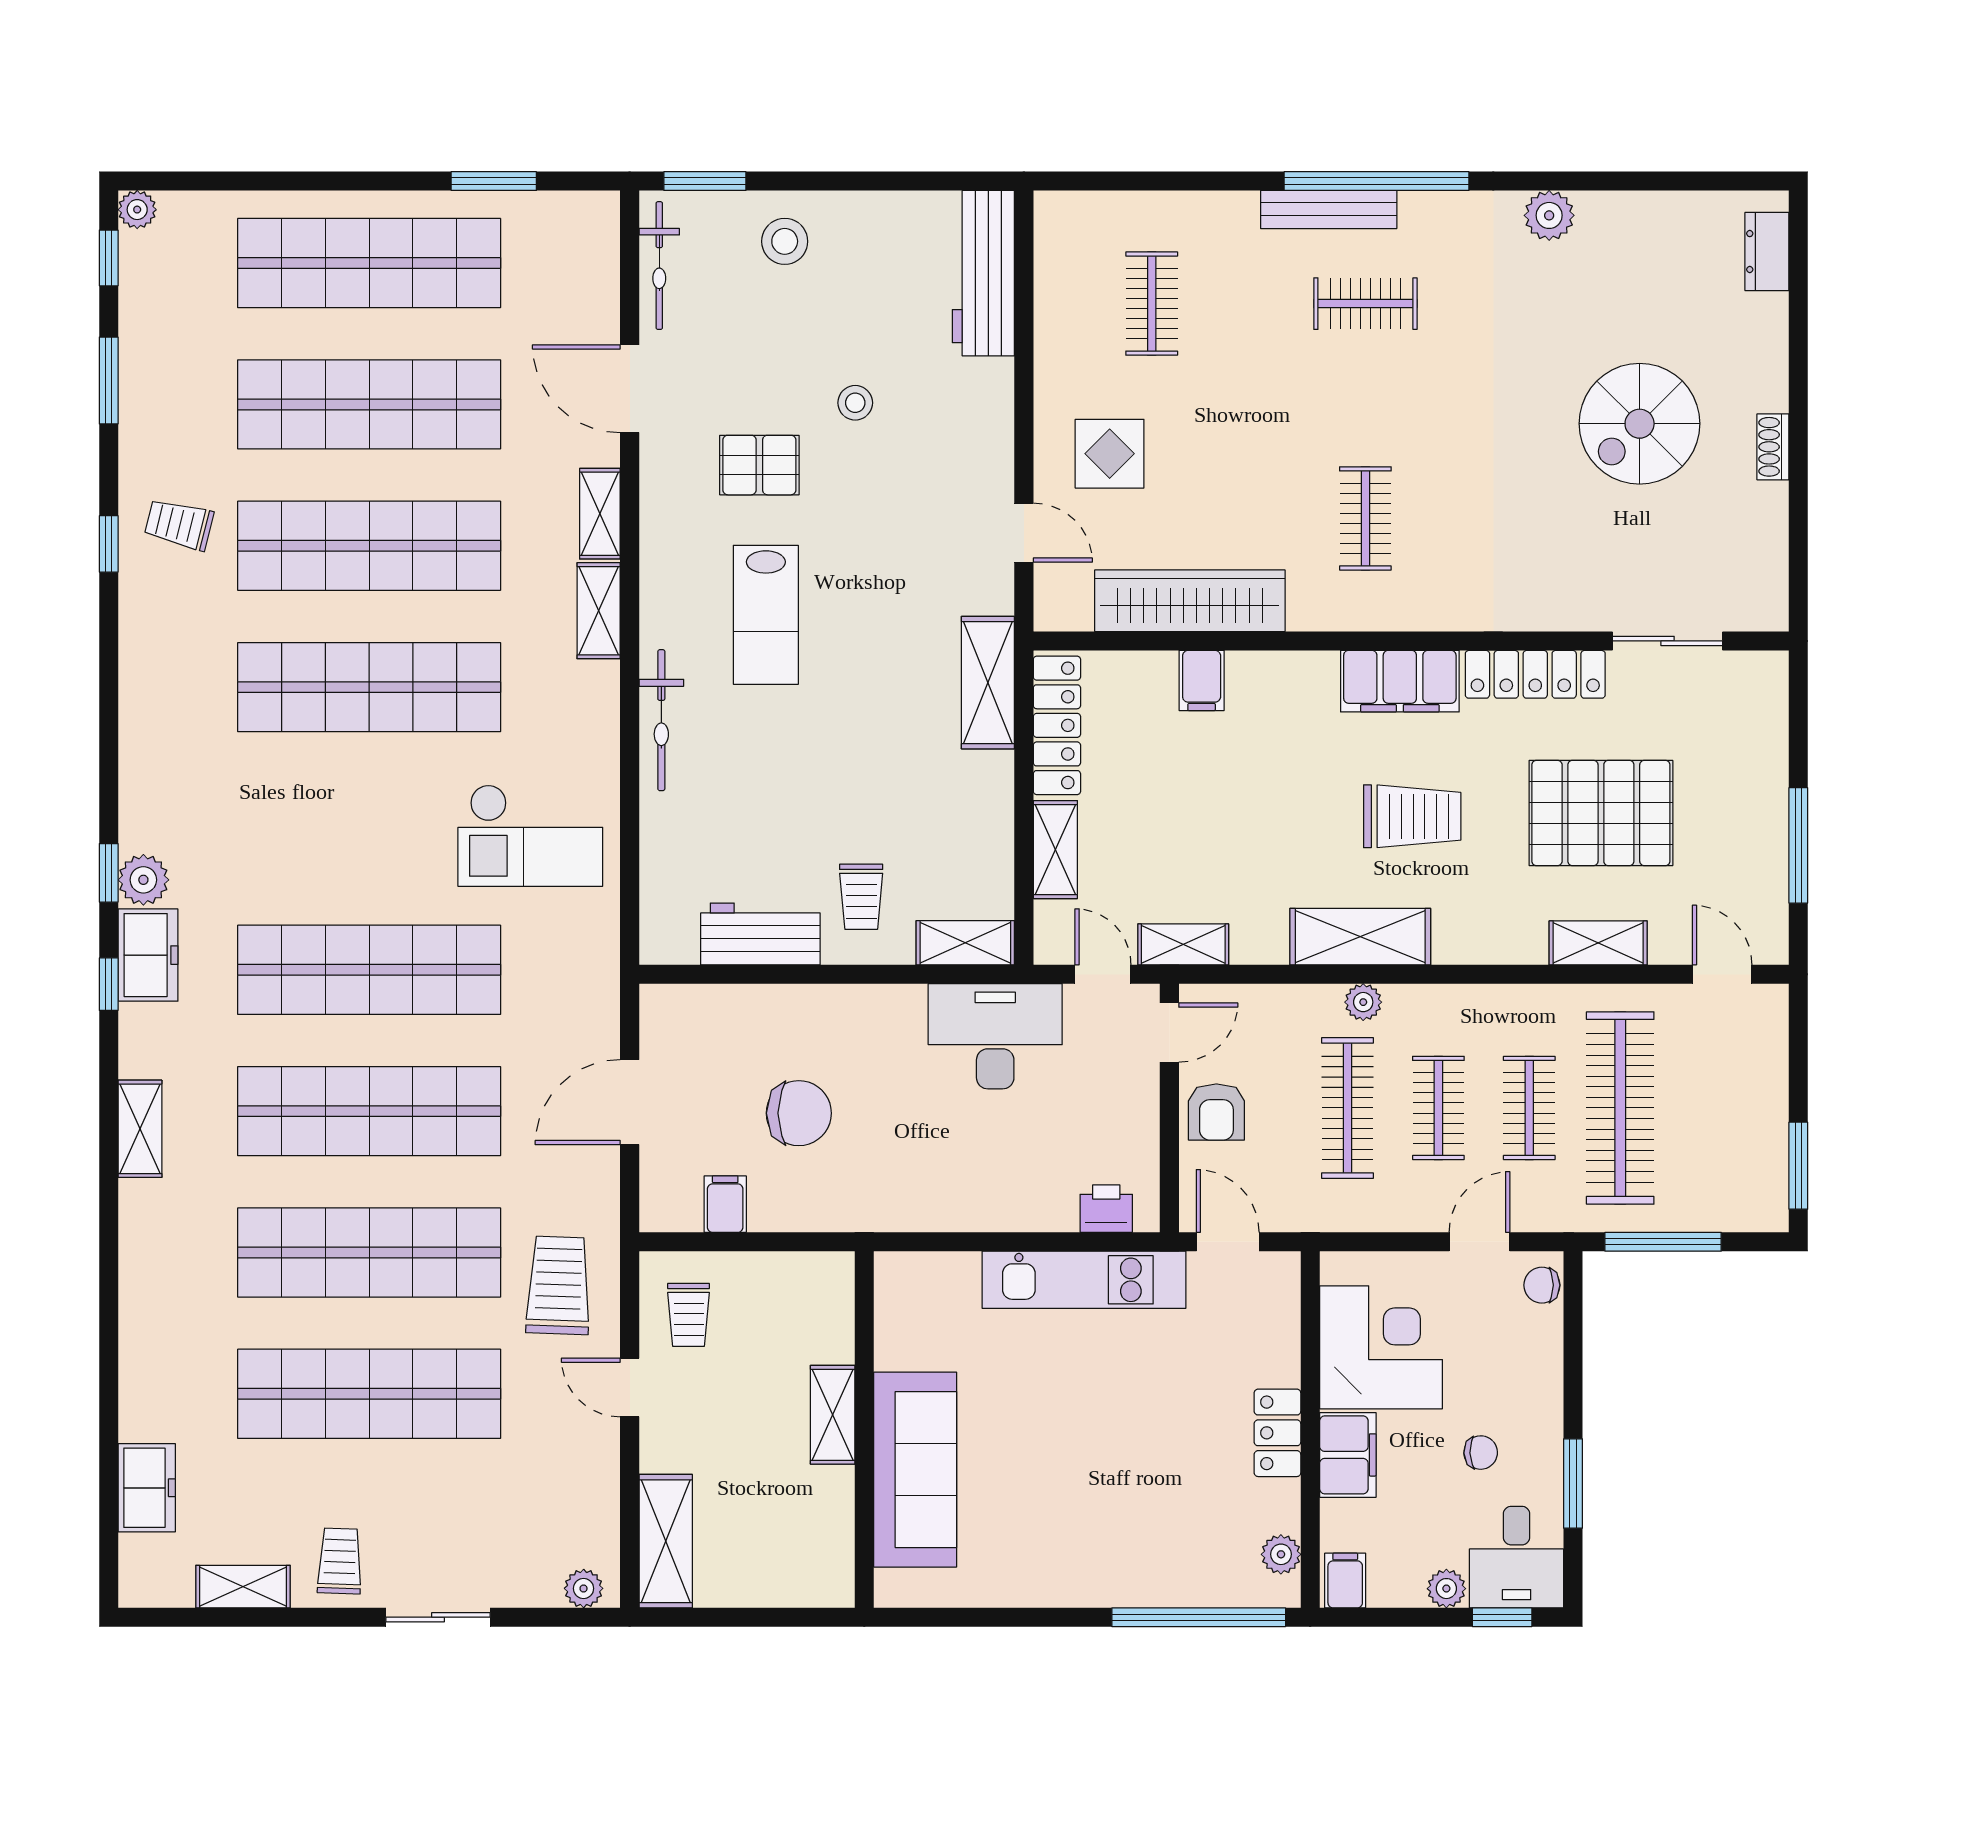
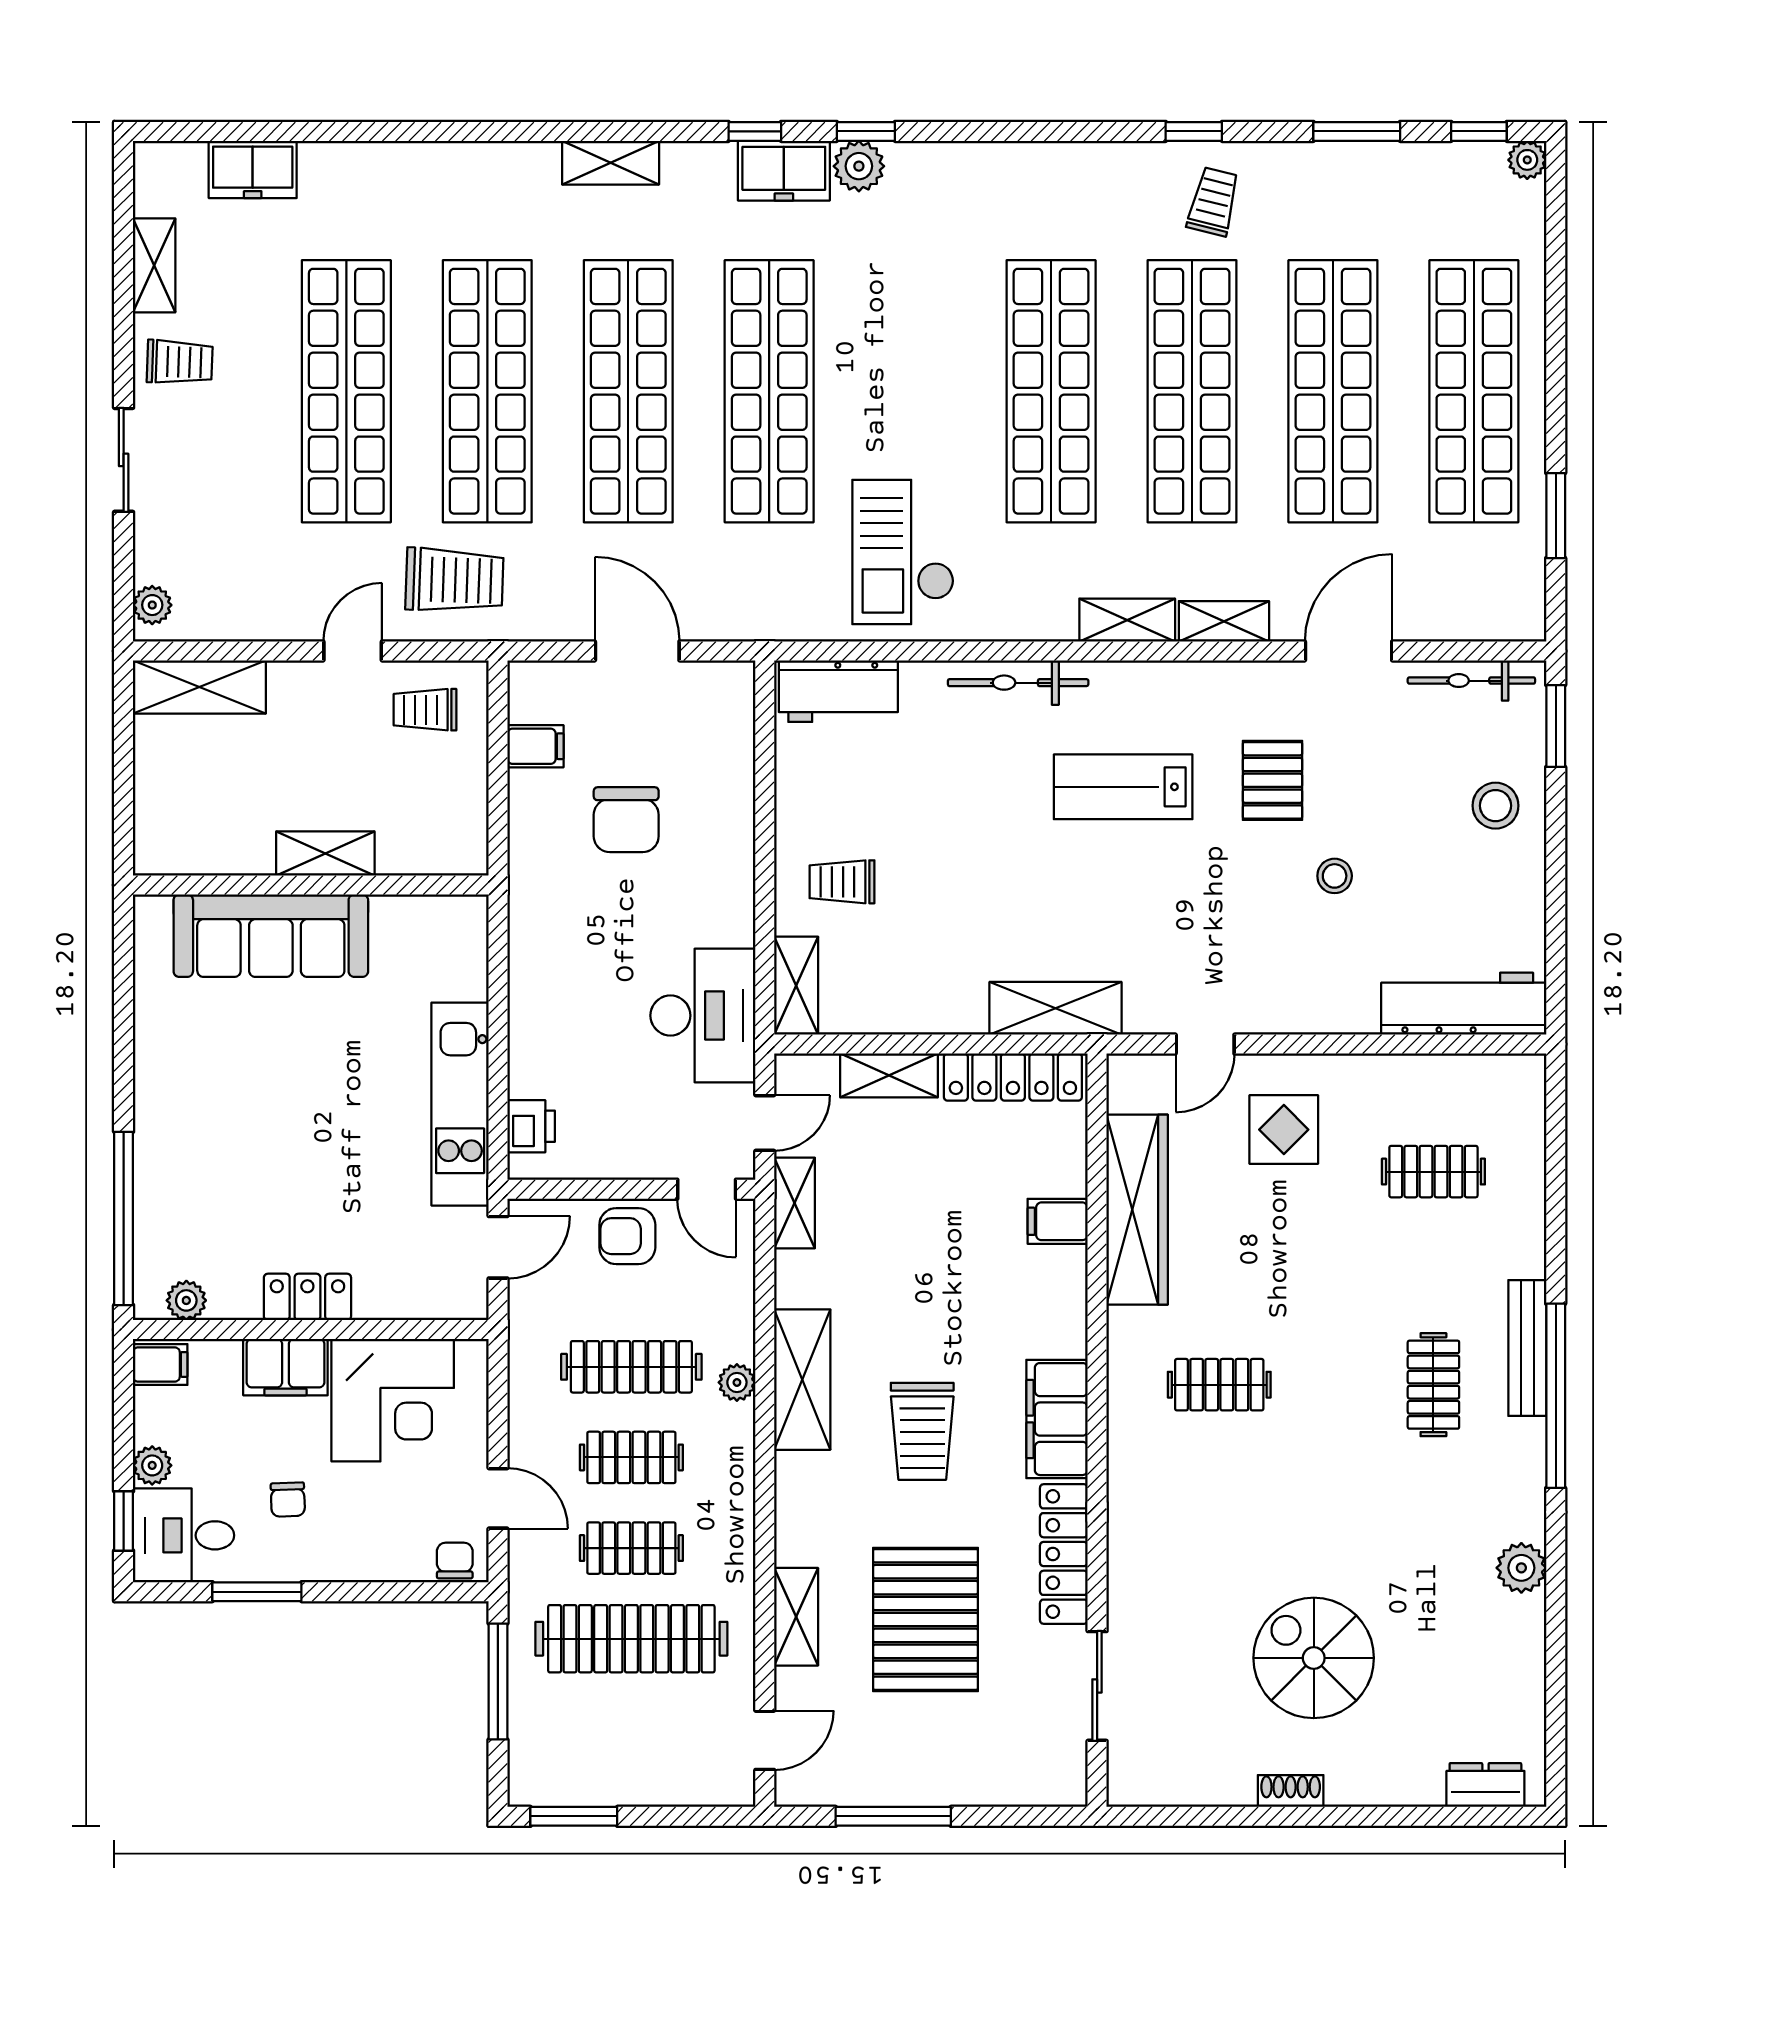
workbench: (760, 934) -> (838, 691), moved, turned 90

